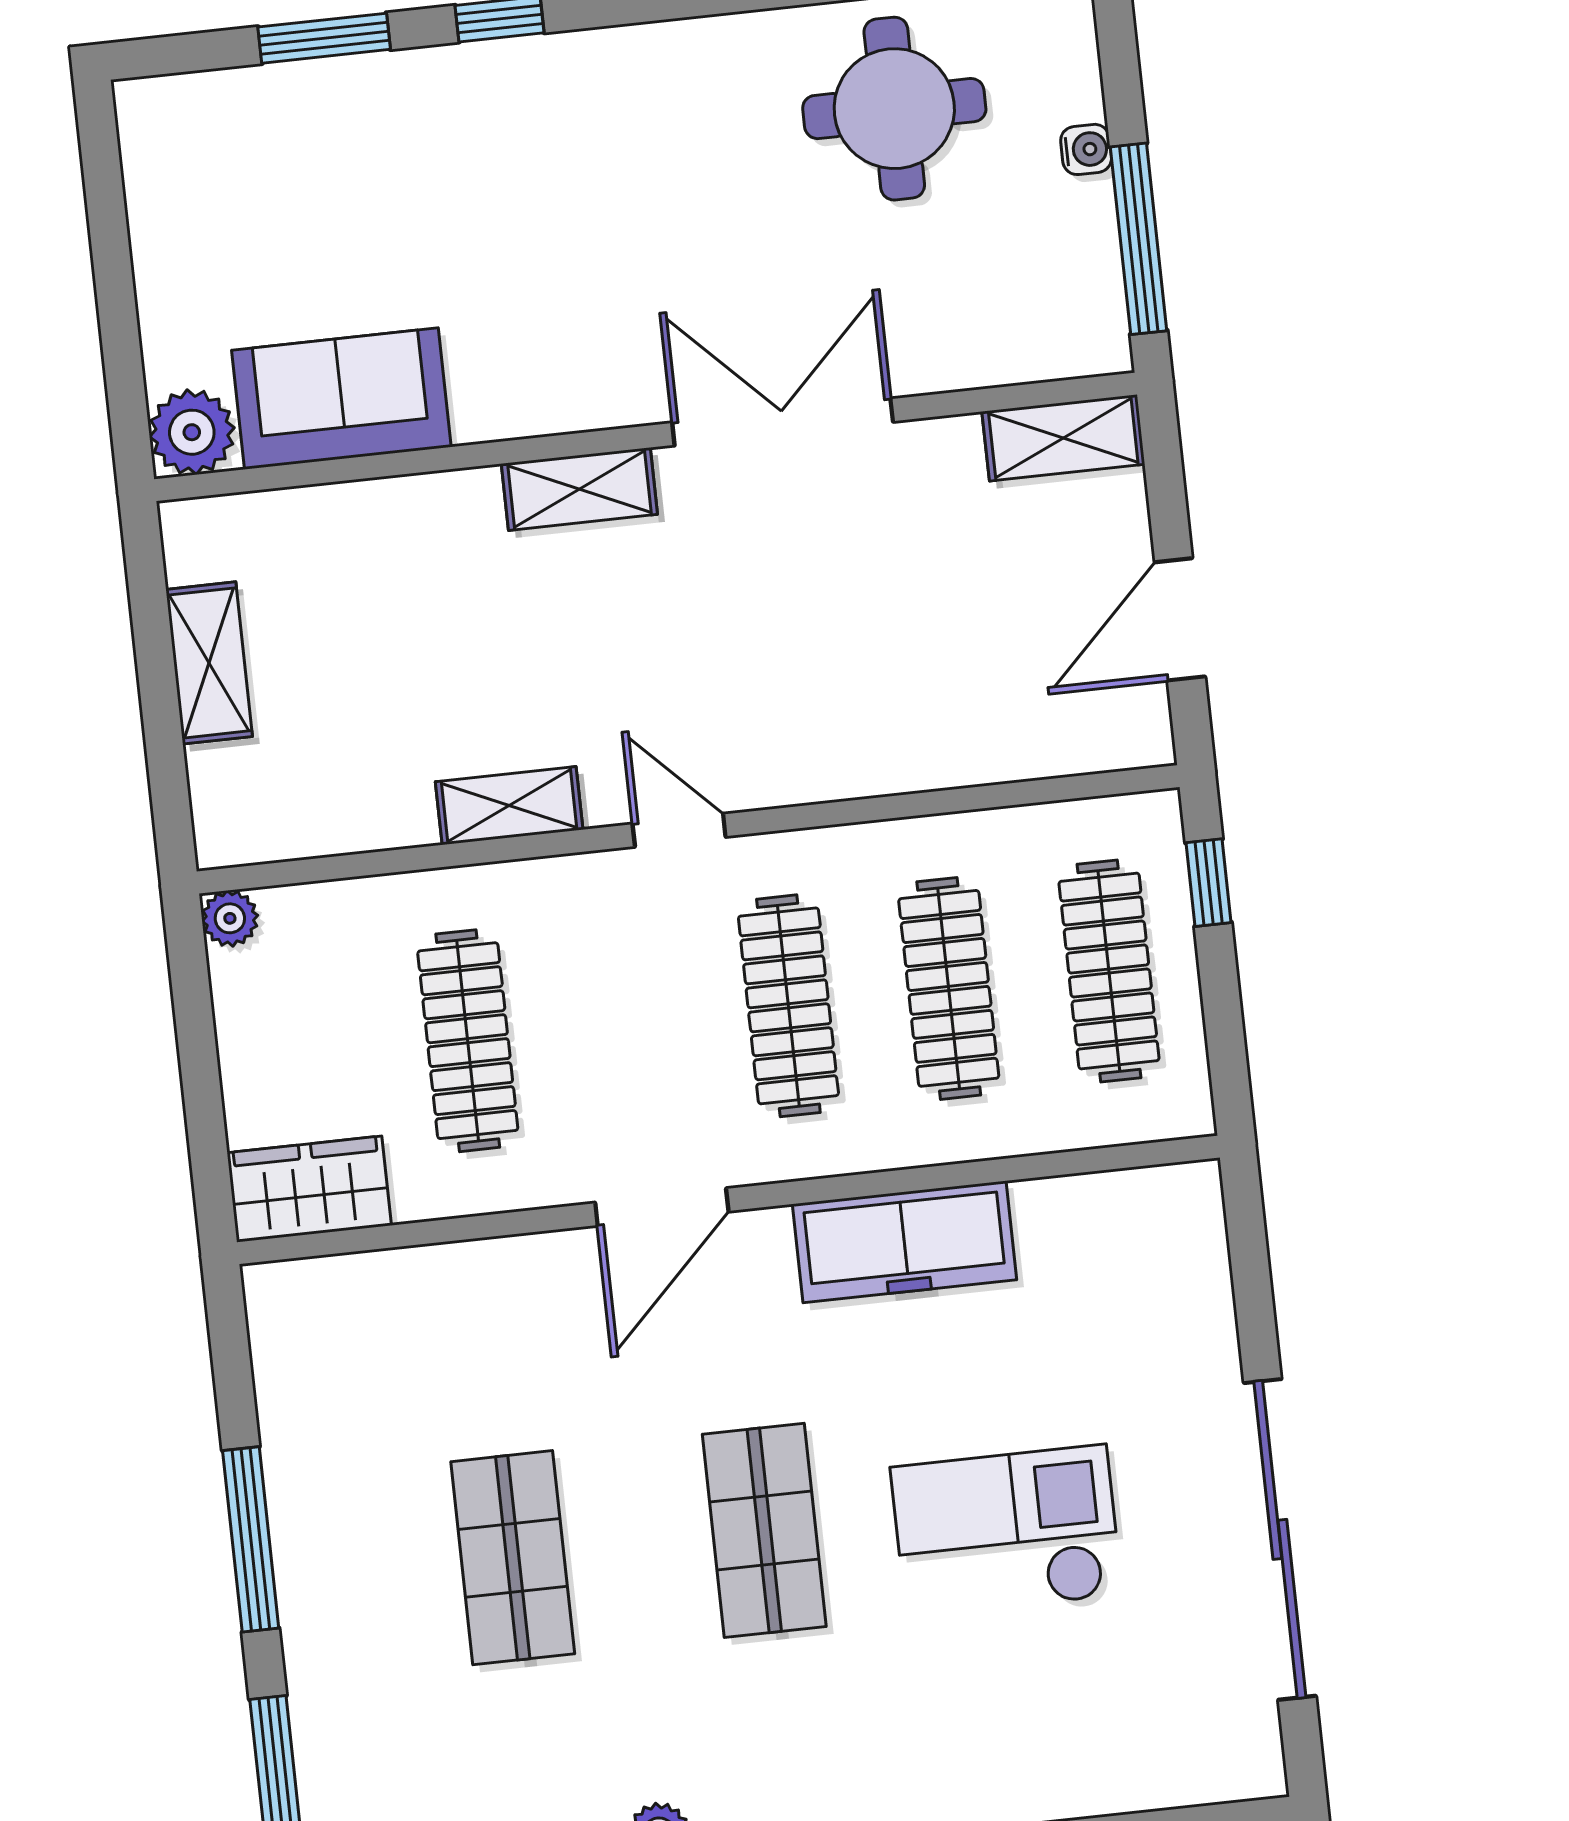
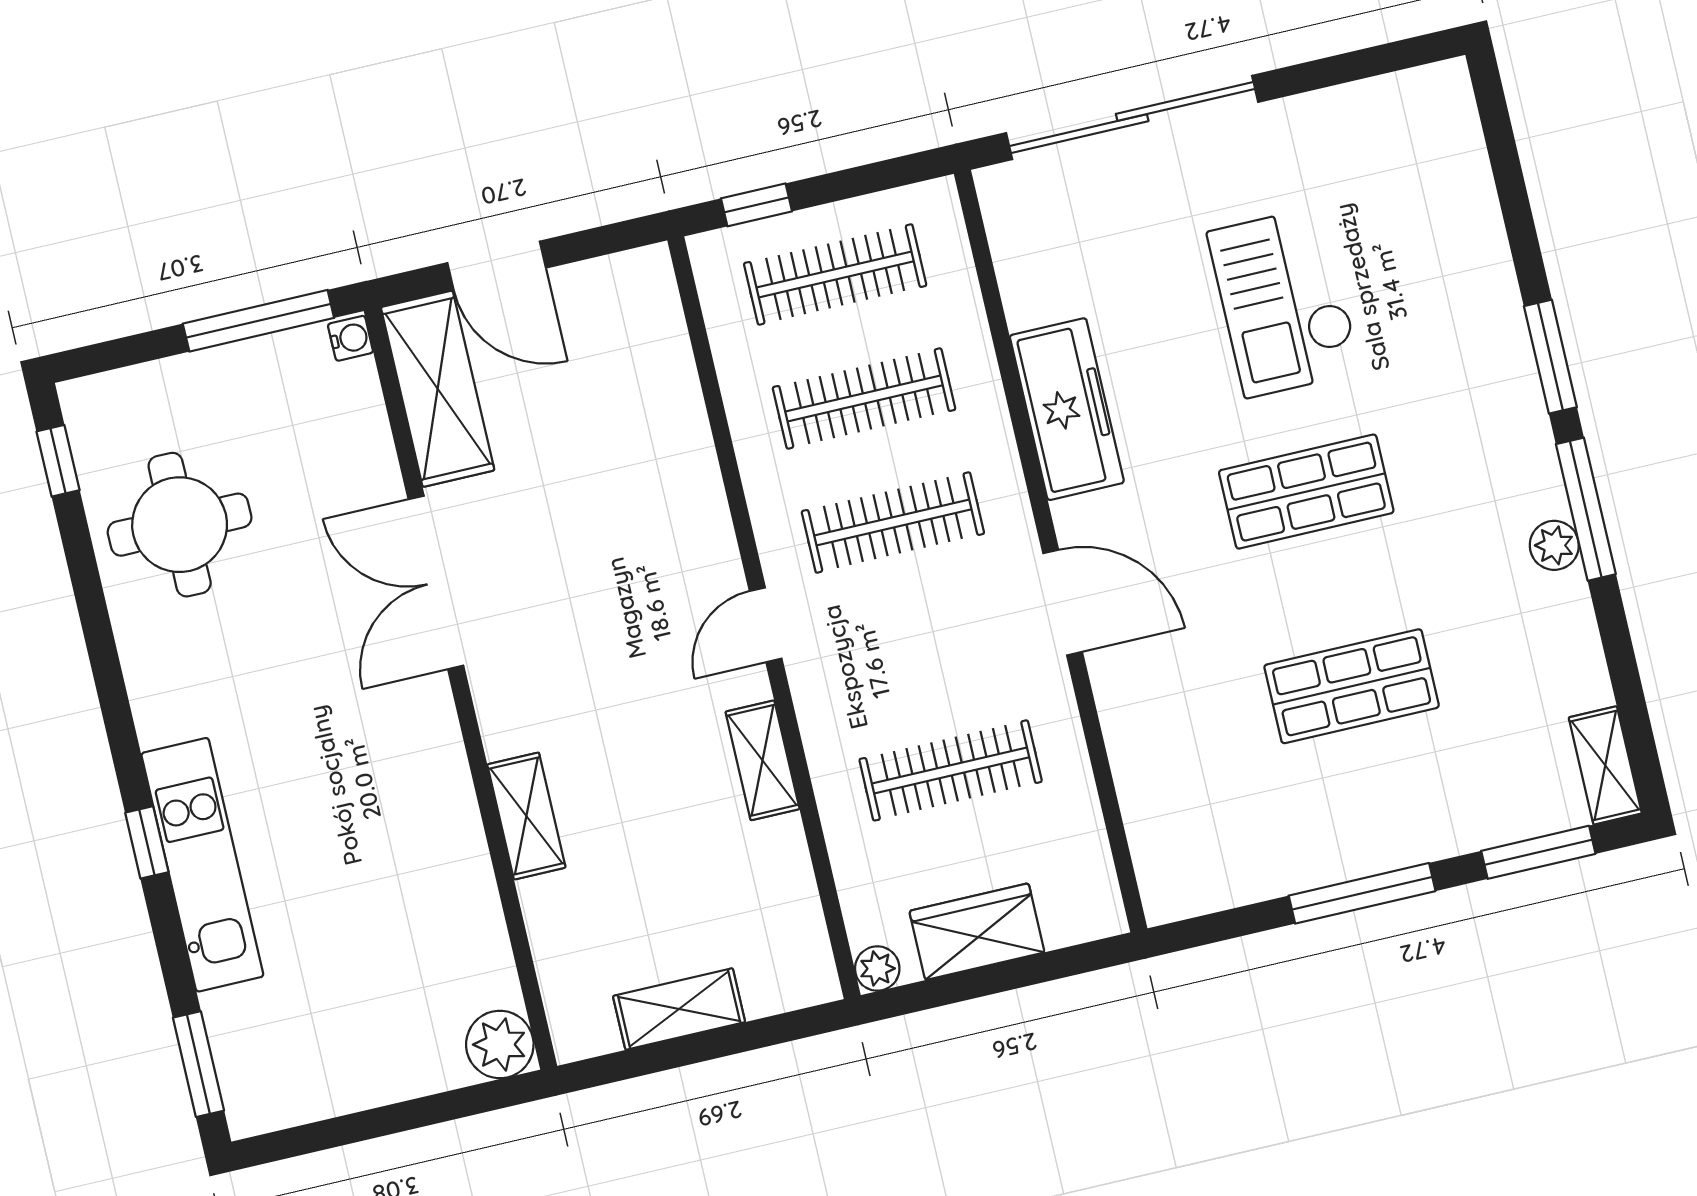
window: (324, 38) -> (198, 1064), moved
kitchen unit: (463, 85) -> (202, 865), added
water cooler: (1086, 149) -> (350, 338), moved, turned 90
sofa: (341, 399) -> (459, 930), removed
shelving: (1063, 438) -> (438, 389), width x1.50, depth x1.33
shelving: (579, 489) -> (526, 816), moved
door: (1180, 619) -> (497, 265), moved
wardrobe: (309, 1189) -> (977, 932), moved, turned 90
sliding door: (1280, 1539) -> (1132, 117), moved

